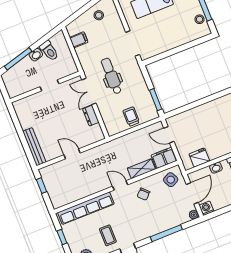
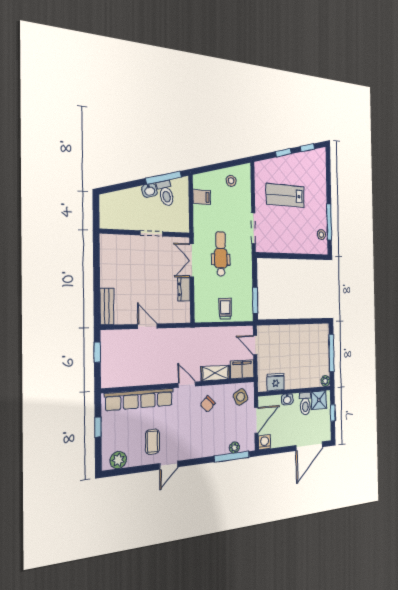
window: (18, 59) -> (164, 178), moved
bench: (34, 147) -> (107, 306), width x0.73
plant: (194, 215) -> (234, 448), moved
window: (166, 233) -> (232, 457), moved

